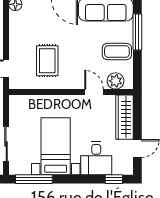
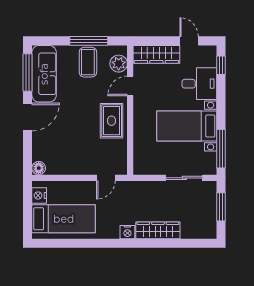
window: (137, 32) -> (89, 41), moved
rug: (47, 61) -> (112, 121), moved, turned 90

